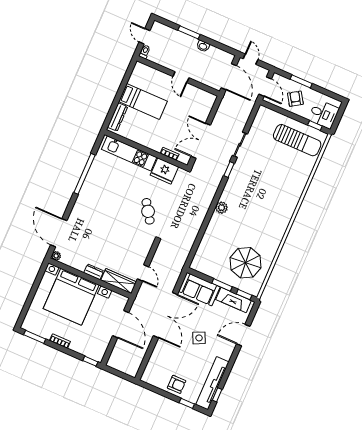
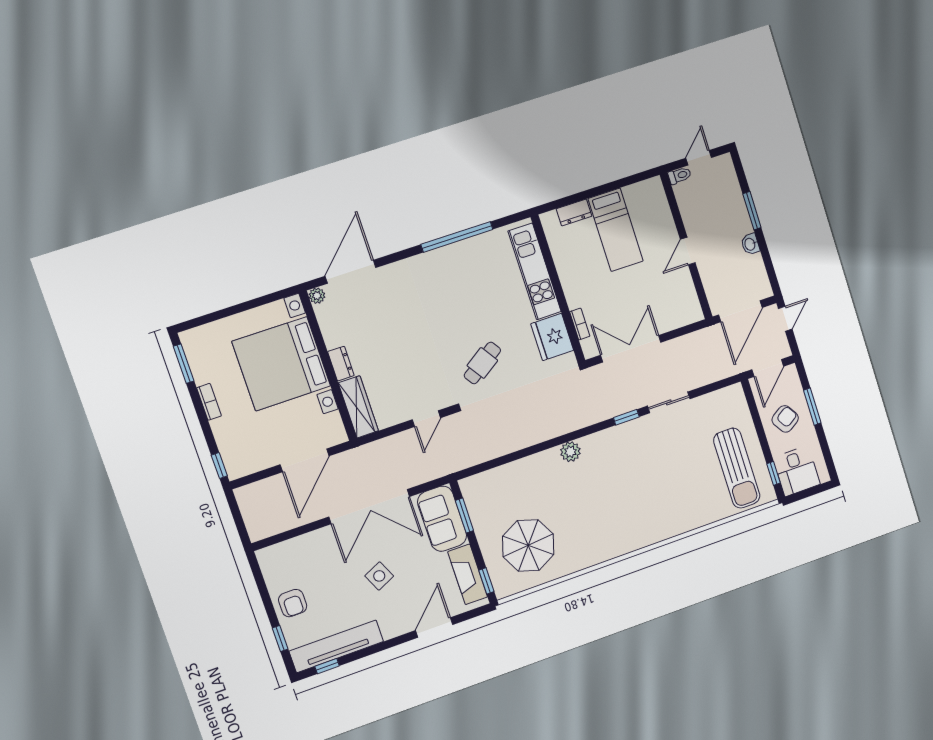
dresser: (118, 117) -> (574, 213), width x0.70
door: (143, 273) -> (426, 419), moved
window: (222, 285) -> (464, 516), moved
door: (243, 335) -> (434, 628), hinge flipped

